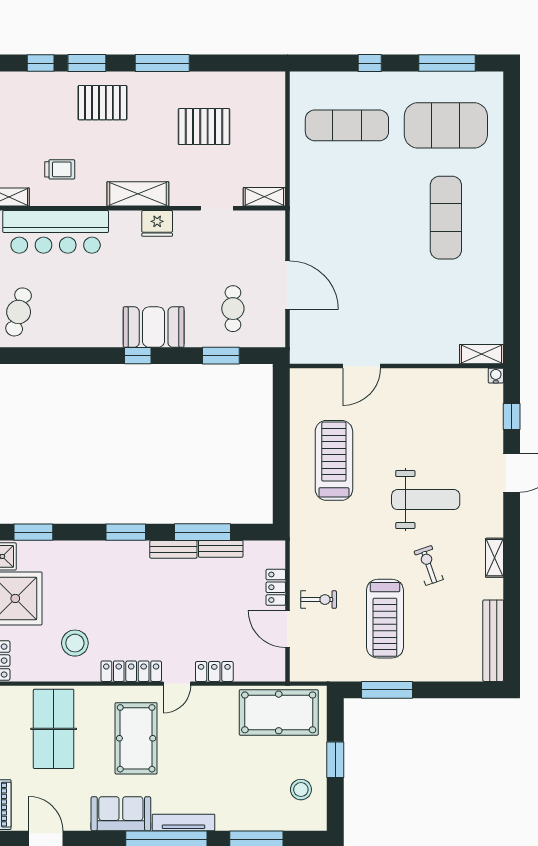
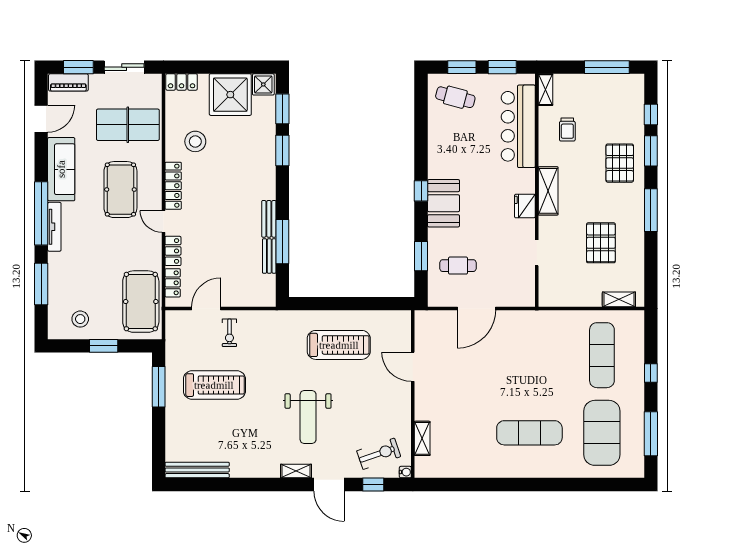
shelving: (264, 197) -> (619, 299), moved, turned 90
shelving: (481, 354) -> (422, 438), moved
window: (126, 532) -> (282, 150), moved
shelving: (495, 558) -> (296, 471), moved
exercise bike: (429, 565) -> (379, 454), moved, width x1.38, depth x1.39
locker: (276, 587) -> (173, 283), moved, turned 90
treadmill: (385, 619) -> (214, 385), turned 180
pool table: (136, 738) -> (120, 190), turned 90
sofa: (121, 814) -> (61, 169), width x1.36

